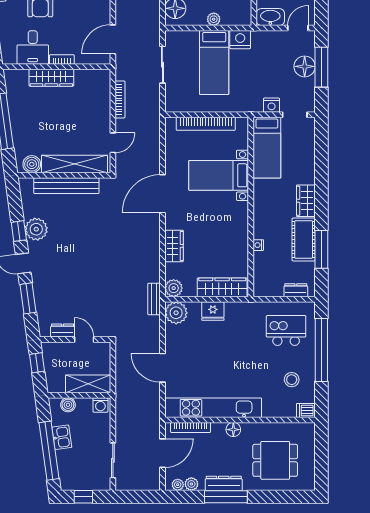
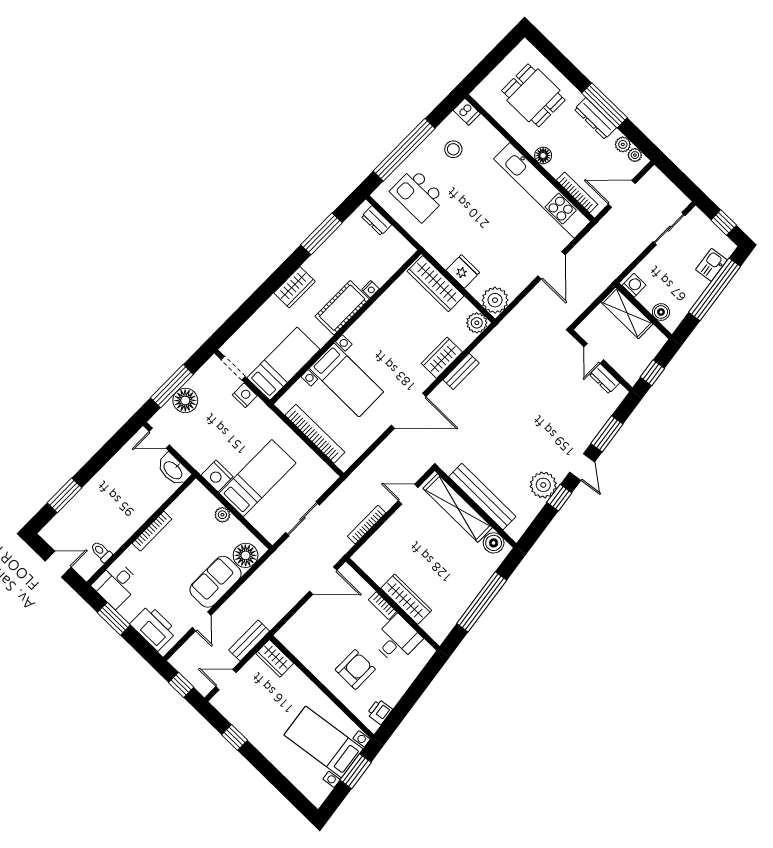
cot: (304, 239) -> (342, 308), moved
bench: (154, 299) -> (461, 371), moved
kitchen sink: (62, 437) -> (711, 265), moved

